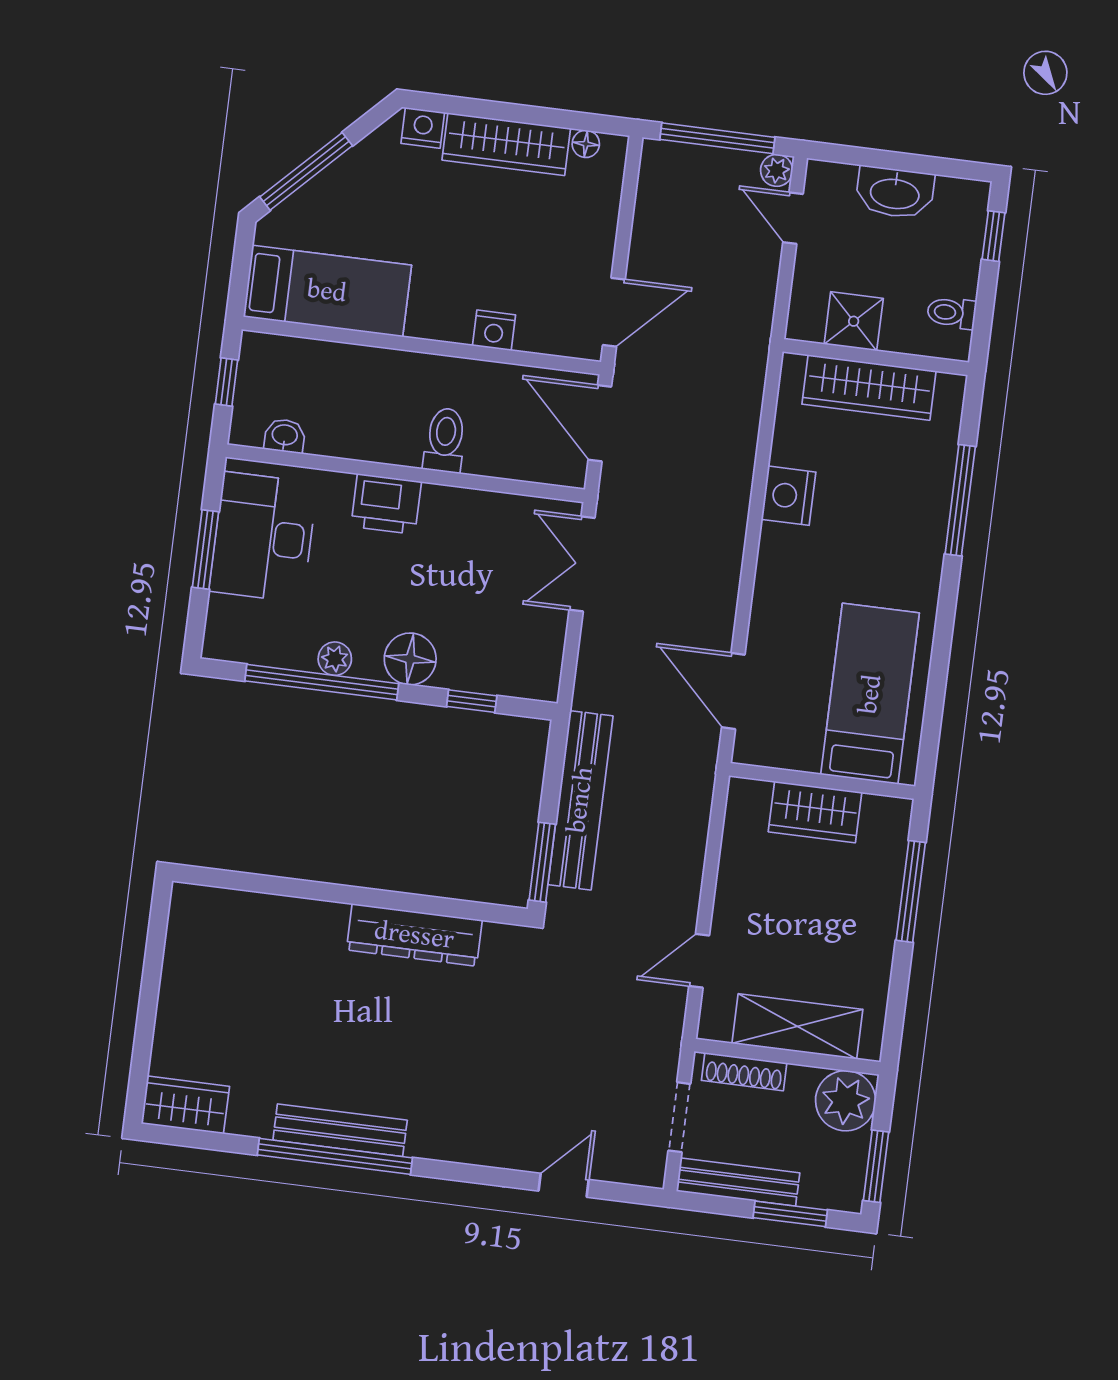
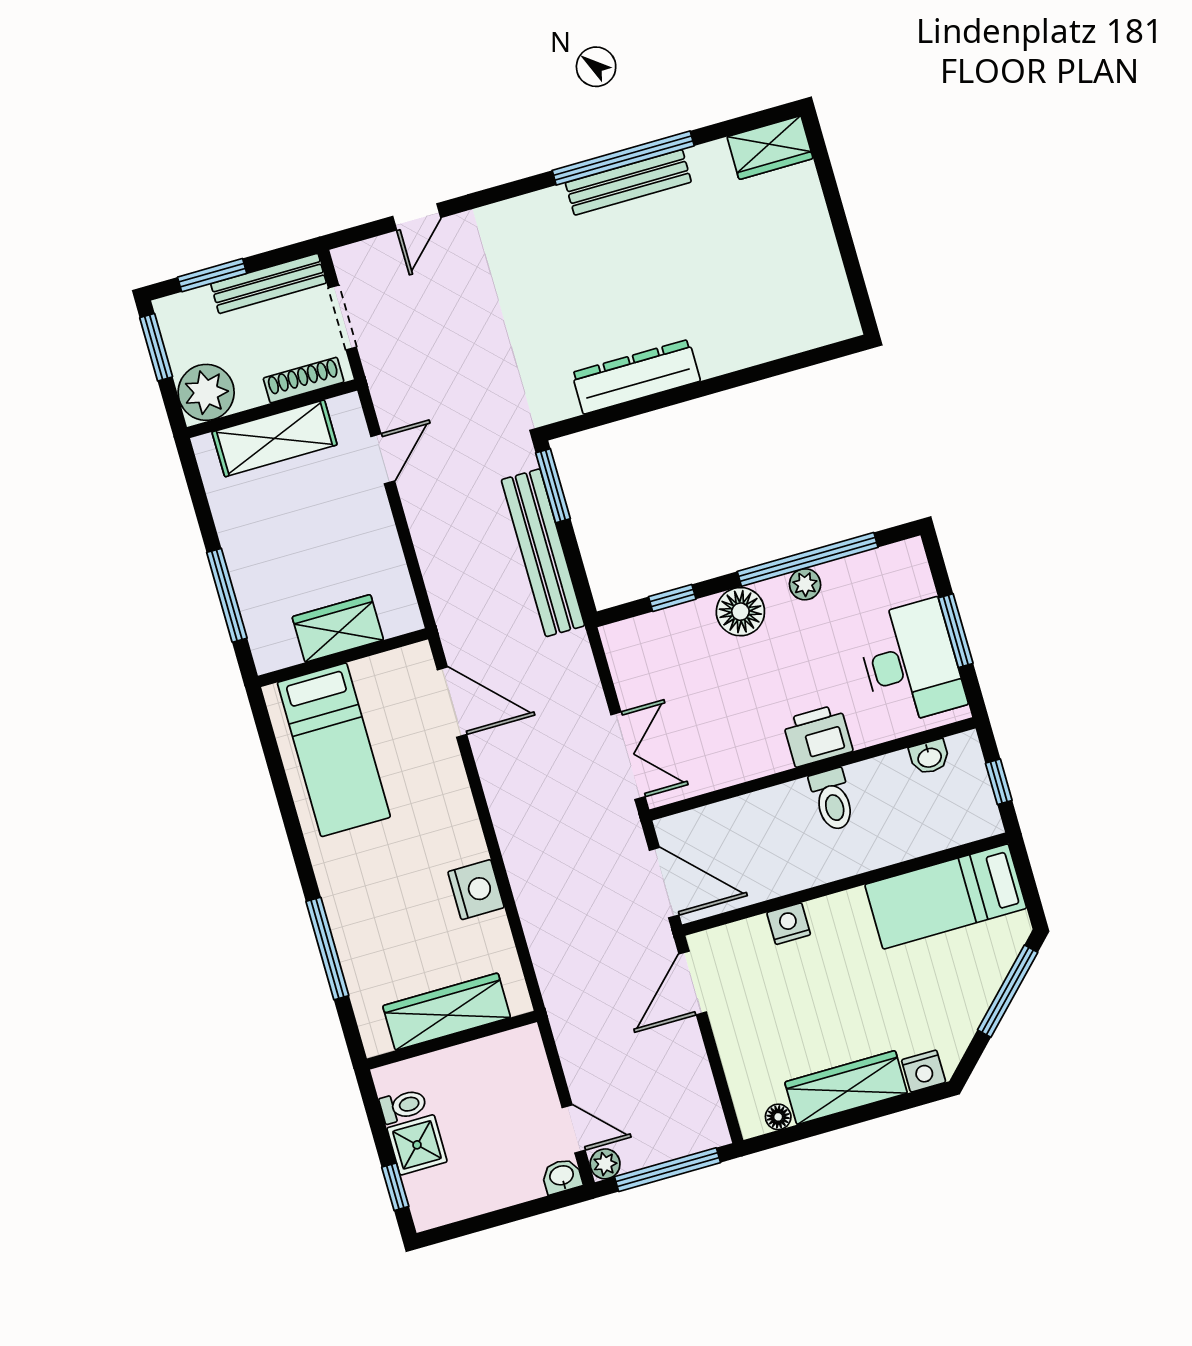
washbasin: (895, 193) -> (562, 1176), moved, width x0.52, depth x0.69
shower: (854, 321) -> (417, 1145), moved
toilet: (445, 440) -> (832, 800), moved

